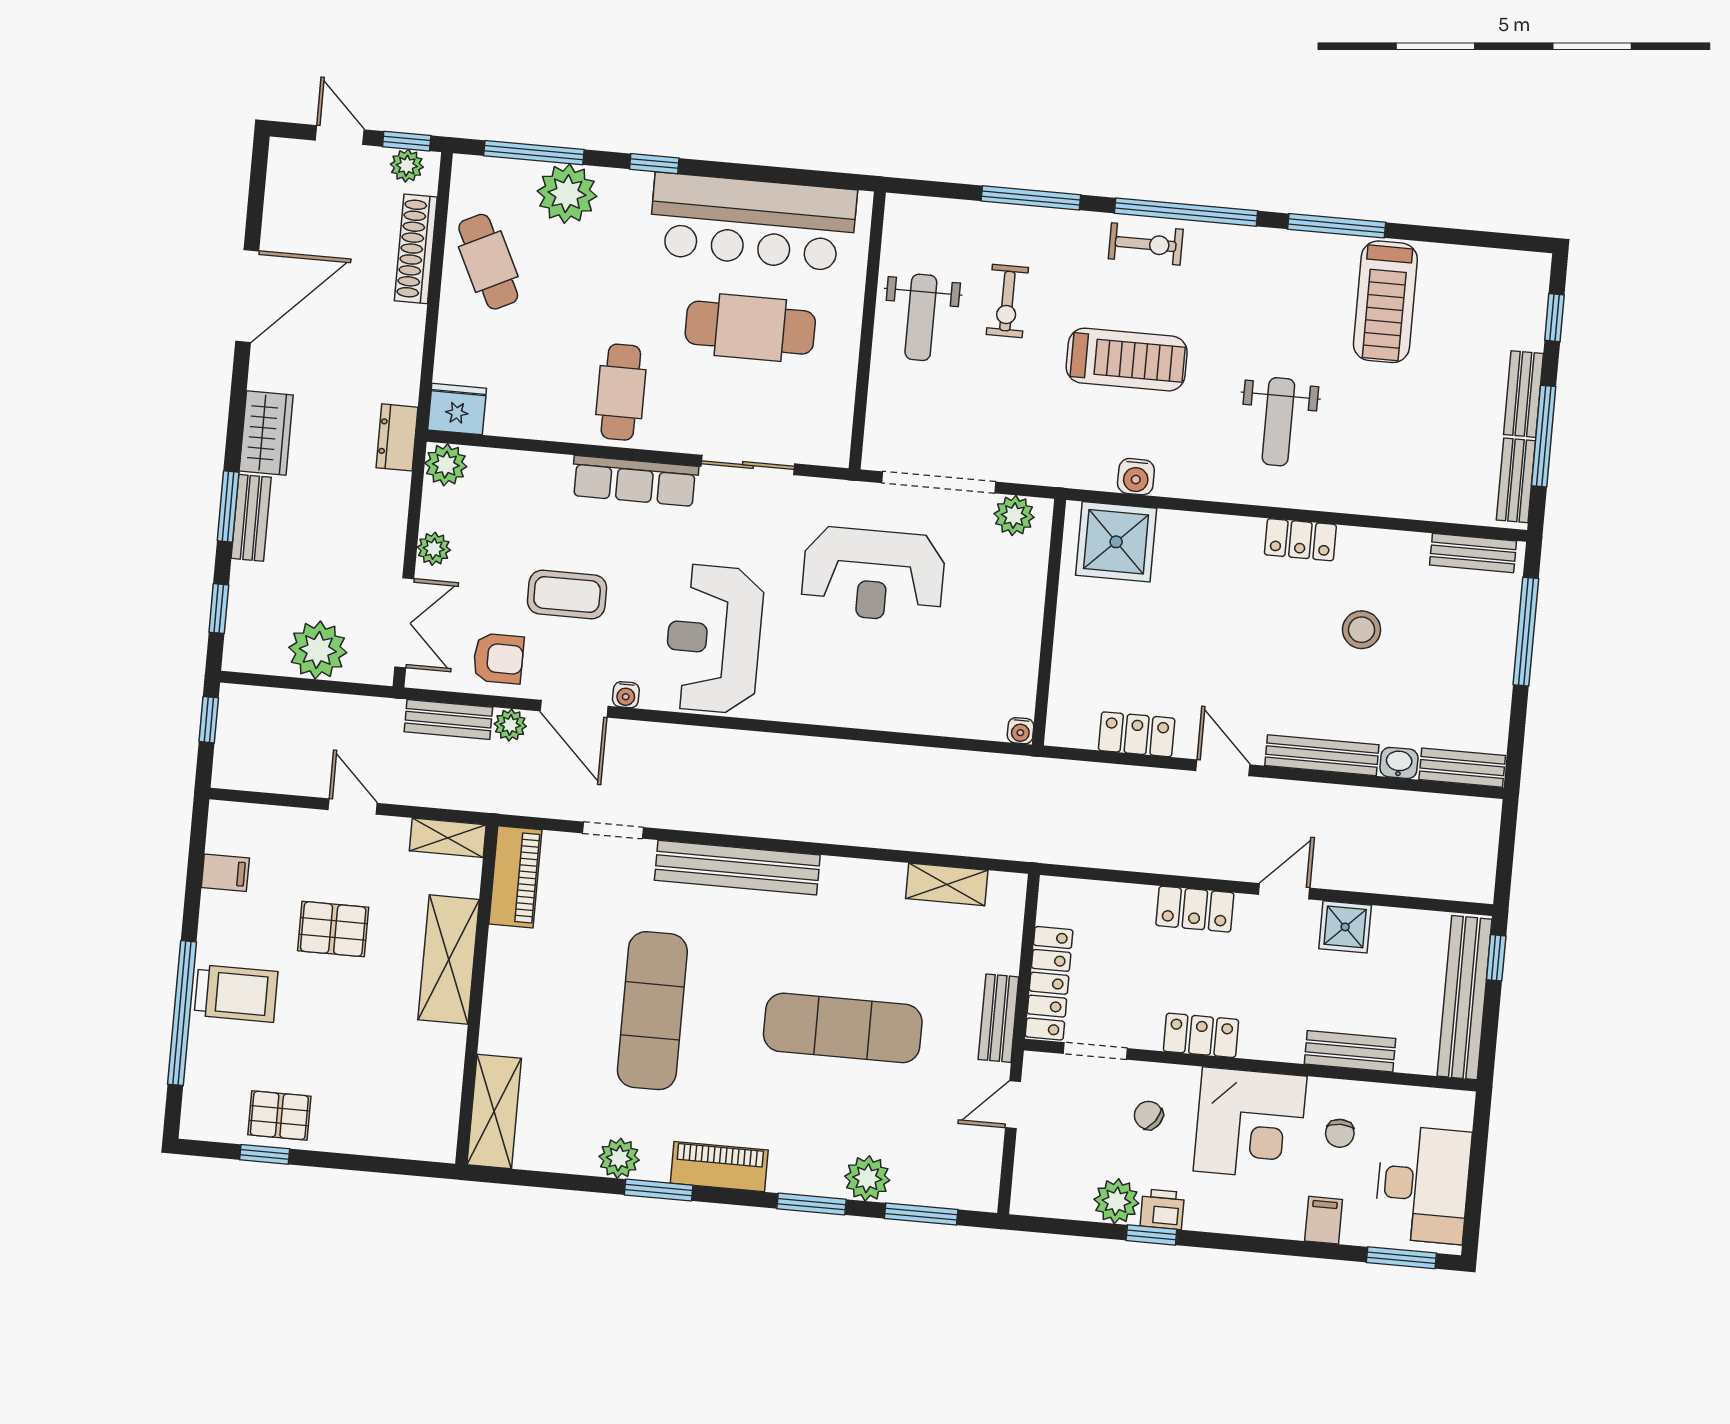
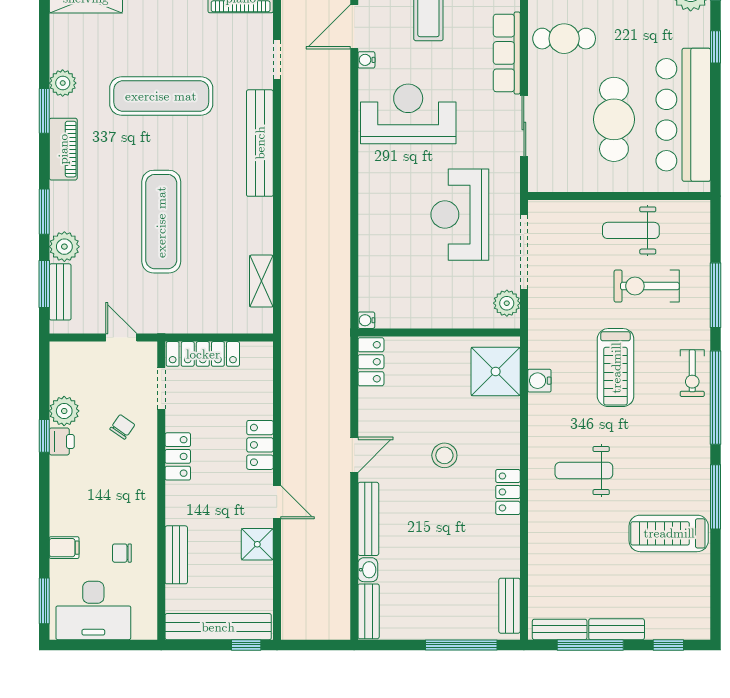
exercise bike: (1007, 301) -> (647, 286), width x1.38, depth x1.39
stool: (1362, 630) -> (444, 455), moved
locker: (1137, 734) -> (371, 362), moved
bench: (998, 1018) -> (60, 292), moved, turned 90
corner desk: (1250, 1124) -> (123, 494), removed

